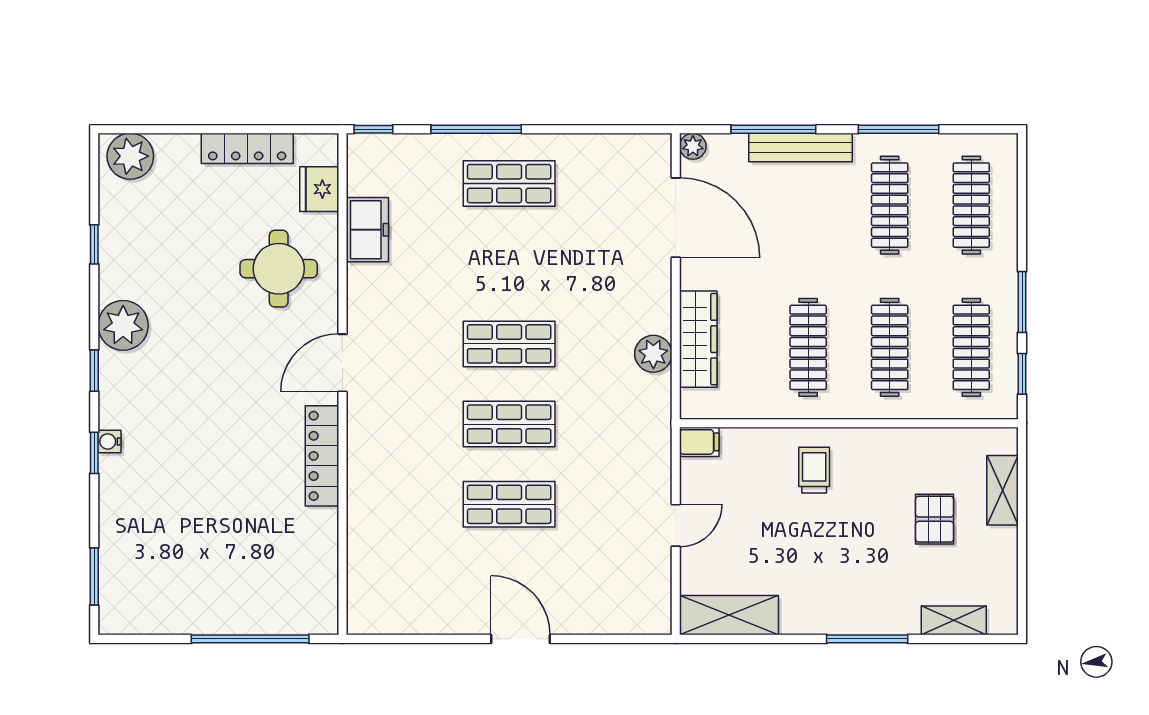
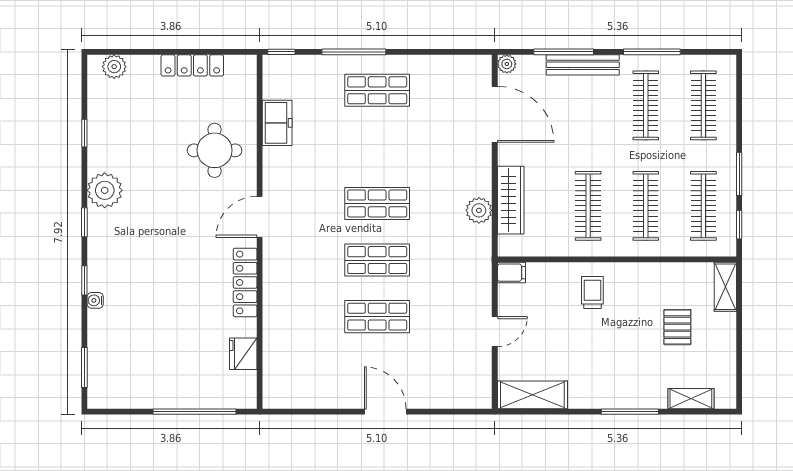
plant: (130, 156) -> (114, 67), width x0.73, depth x0.73
fridge: (319, 189) -> (243, 354), moved
water cooler: (110, 441) -> (95, 300), moved
shelving: (1002, 490) -> (725, 287), moved

